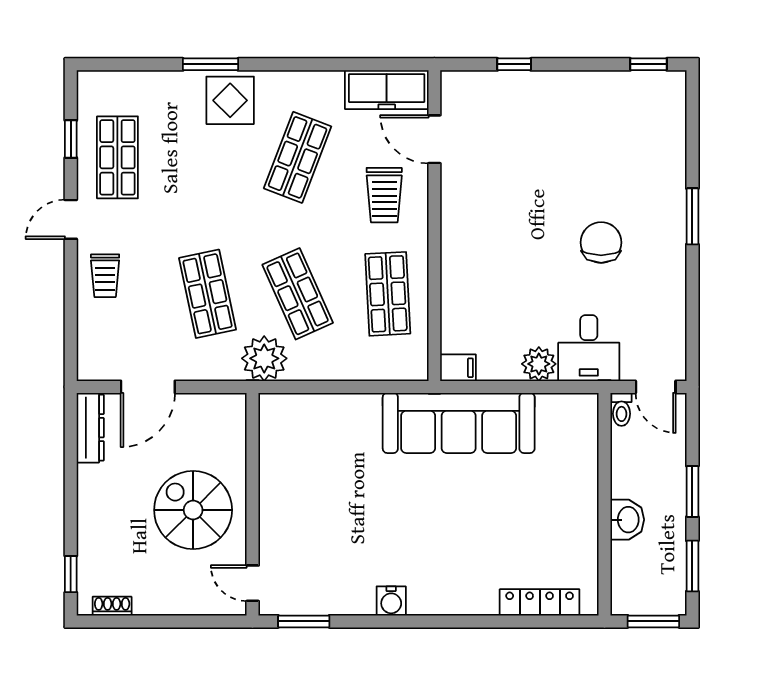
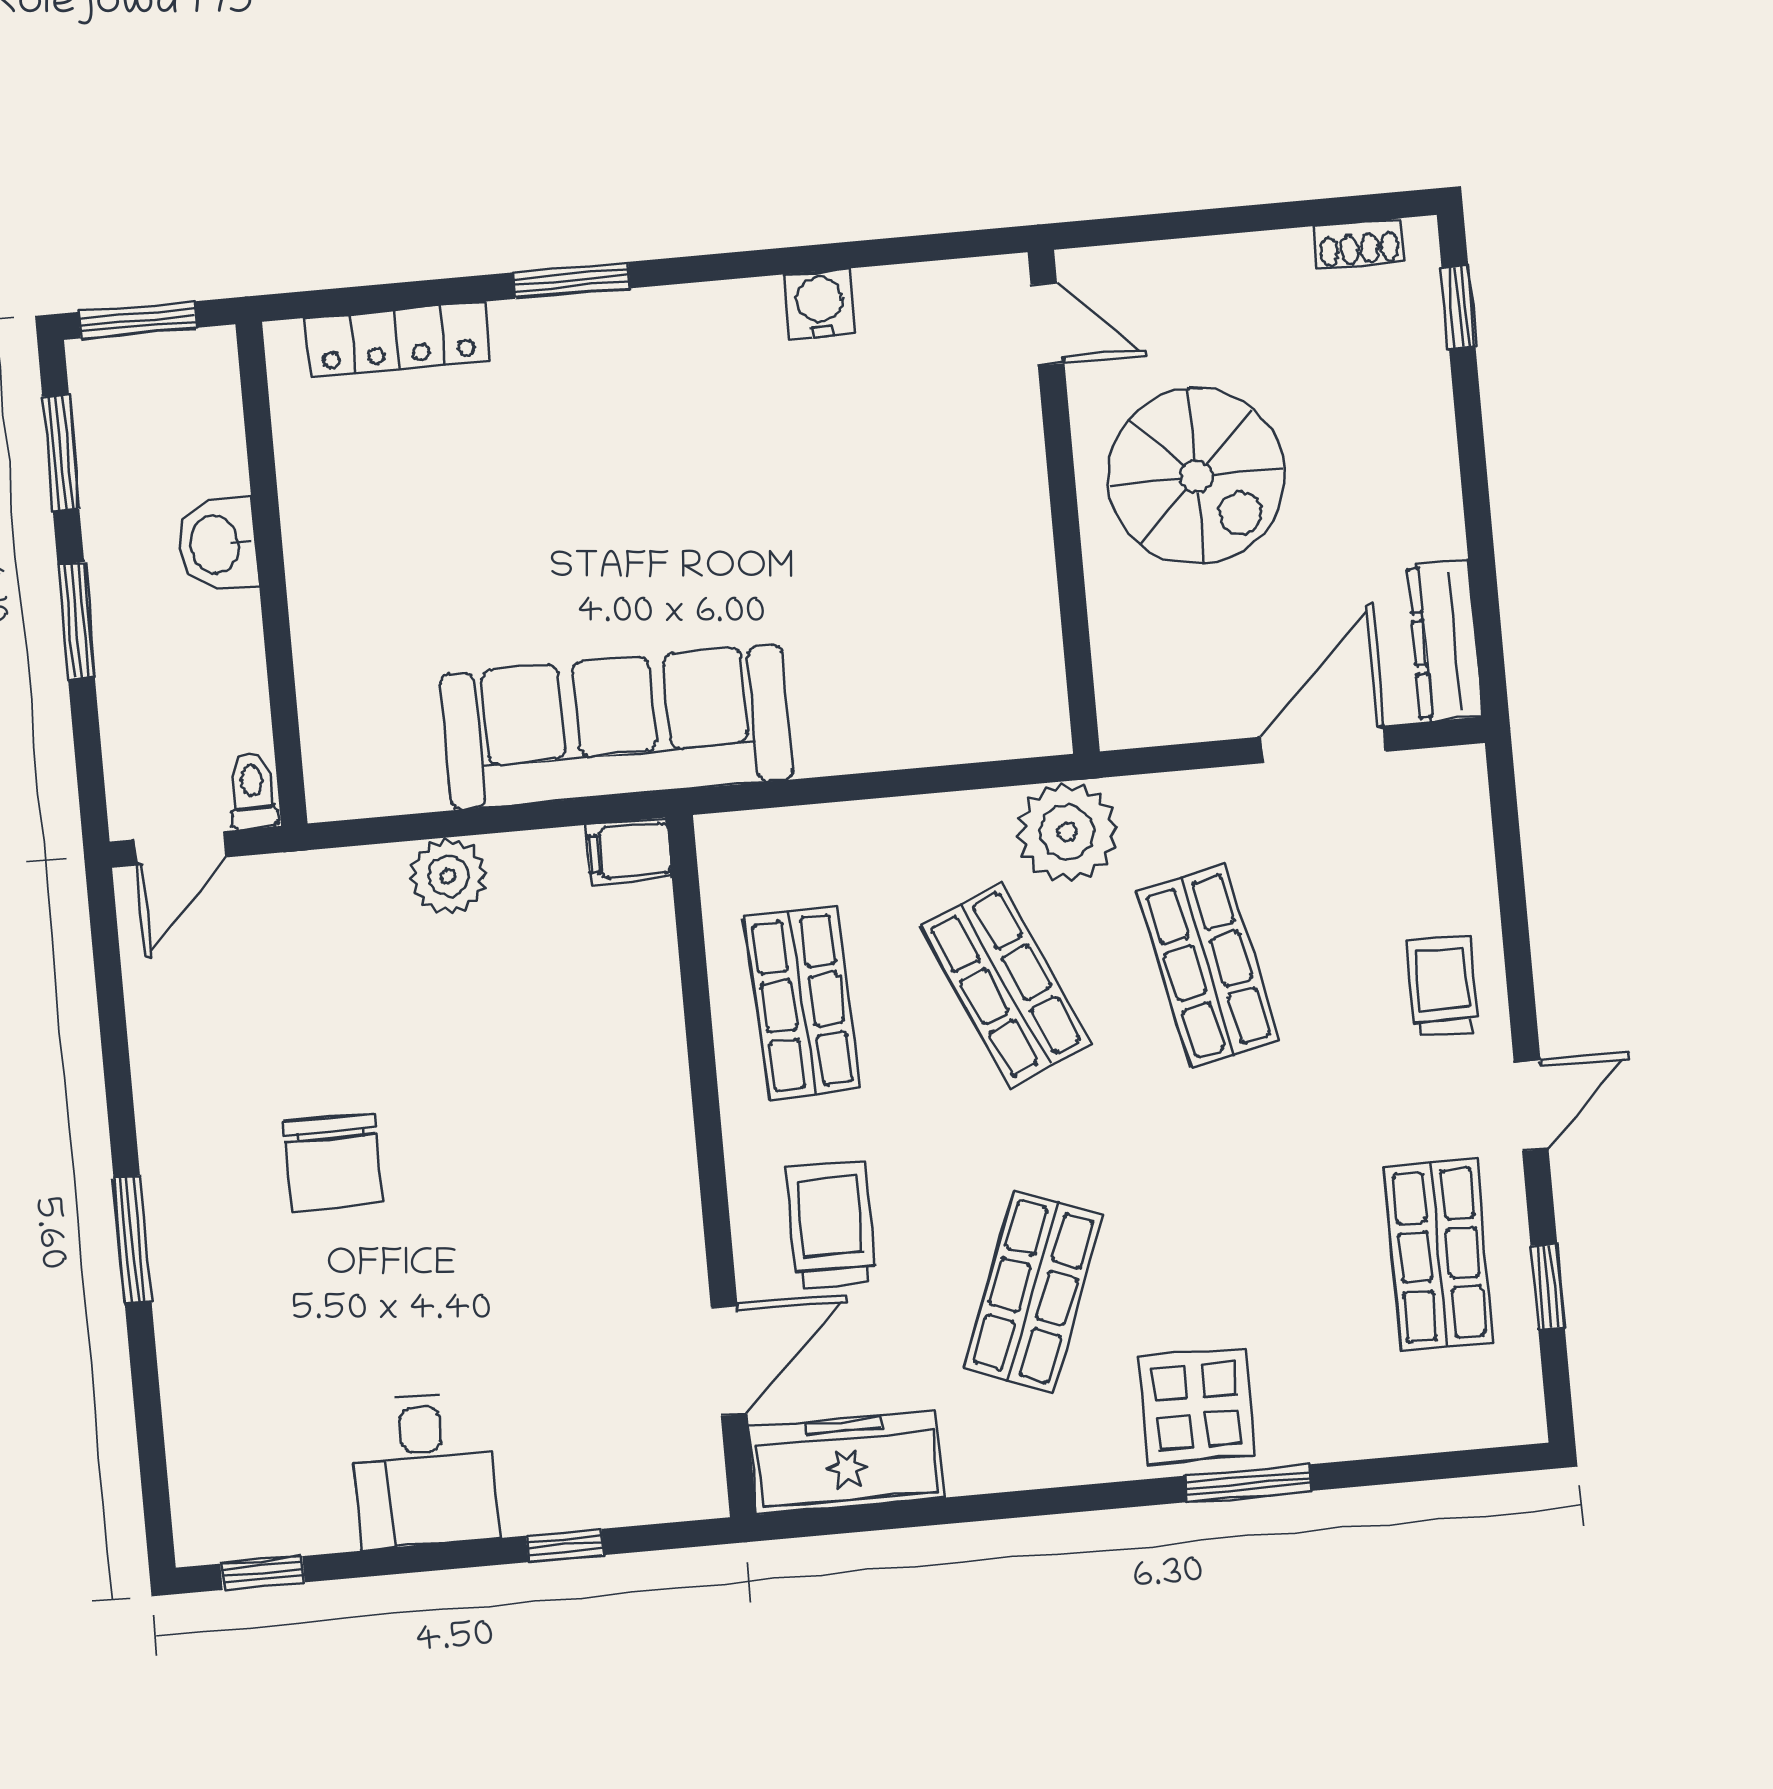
door: (434, 139) -> (729, 1361), hinge flipped
desk: (589, 348) -> (424, 1470), moved, turned 180
door: (656, 387) -> (180, 848), swing flipped
water cooler: (391, 601) -> (820, 304), moved
window: (304, 621) -> (572, 280), moved

